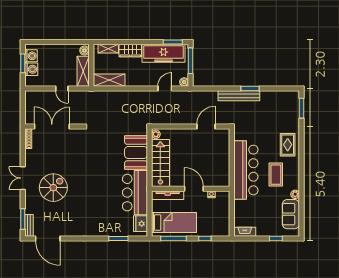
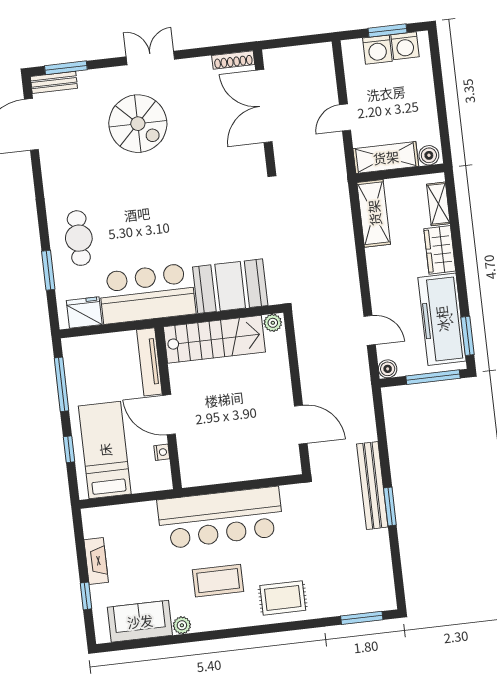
double door: (52, 126) -> (264, 106), swing flipped
door: (194, 189) -> (169, 415), swing flipped
cafe table: (105, 222) -> (79, 238), added
bed: (174, 223) -> (105, 450), moved, turned 180
fireplace: (245, 232) -> (96, 561), moved

